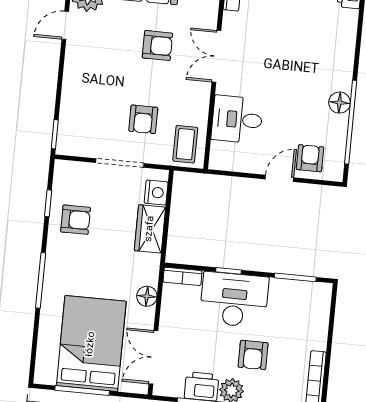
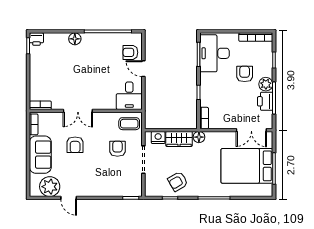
armchair: (157, 46) -> (75, 145), turned 180
floor lamp: (339, 103) -> (75, 39), moved
armchair: (143, 119) -> (117, 149), turned -90
desk: (237, 119) -> (129, 96), moved
armchair: (76, 220) -> (178, 182), turned -120
floor lamp: (147, 296) -> (199, 137), moved
desk: (234, 300) -> (214, 53), moved
armchair: (253, 355) -> (245, 74), turned -90

